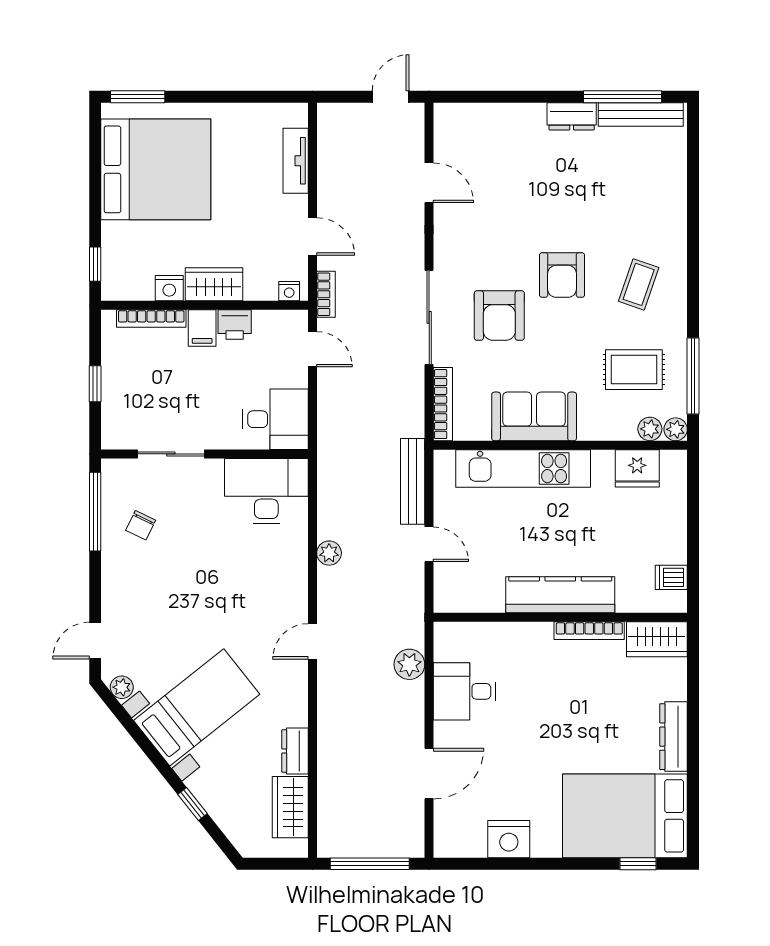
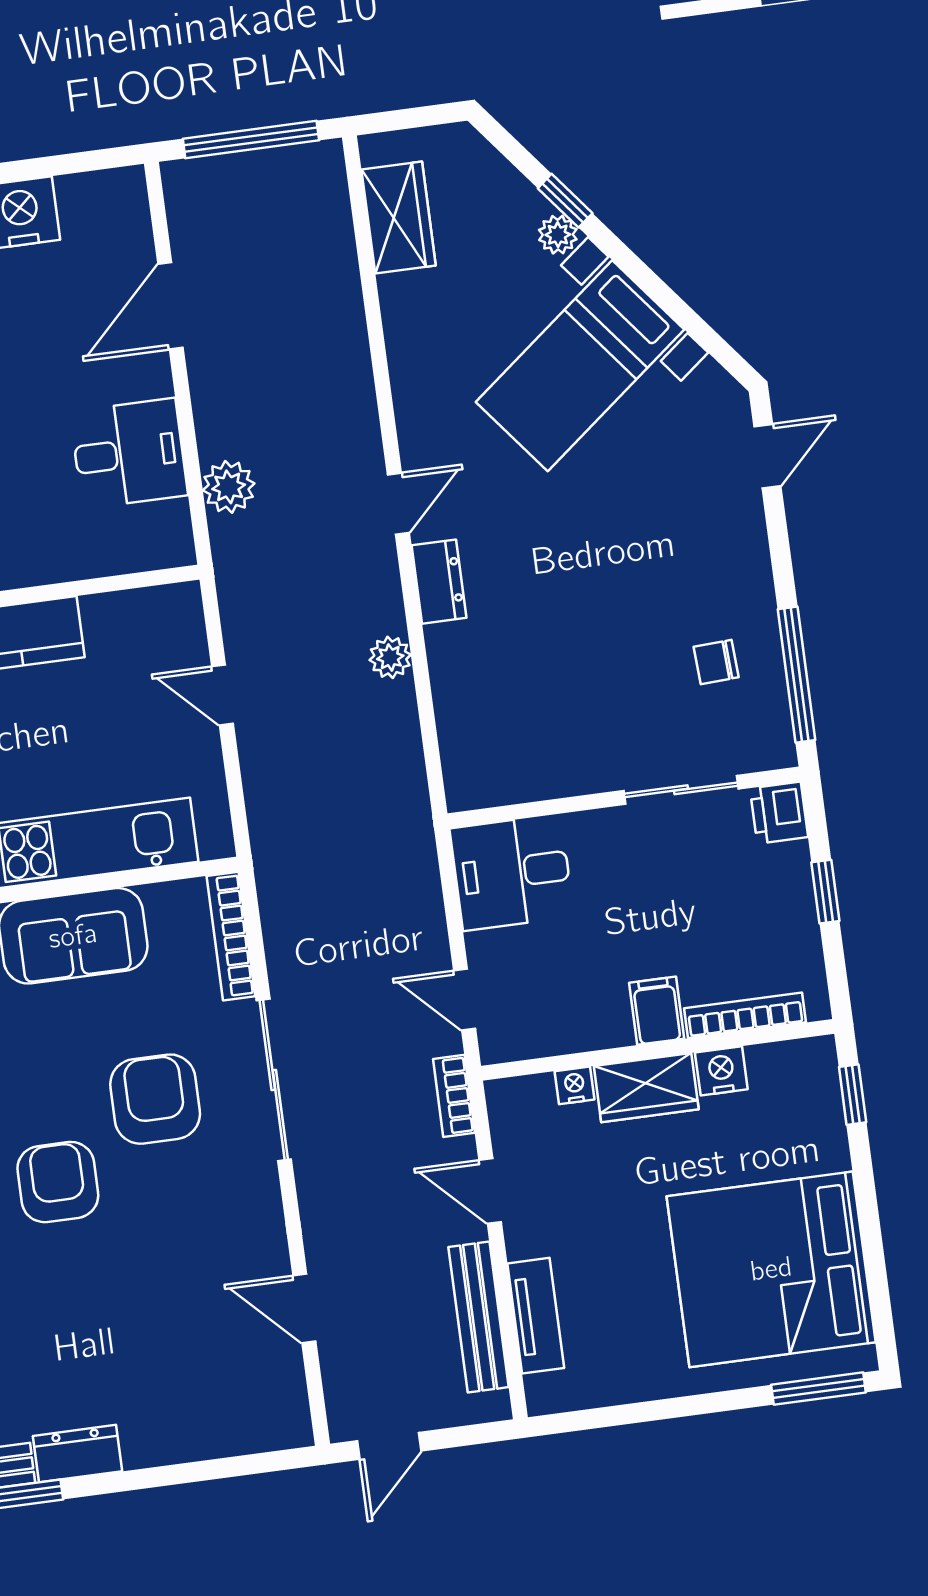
nightstand: (289, 291) -> (575, 1085), moved
printer: (235, 325) -> (779, 813), moved, turned -90
bench: (413, 481) -> (479, 1317), moved
desk: (266, 491) -> (511, 748), removed
chair: (141, 525) -> (716, 662), turned -119
plant: (122, 687) -> (558, 235), moved
dresser: (295, 751) -> (439, 582), moved

